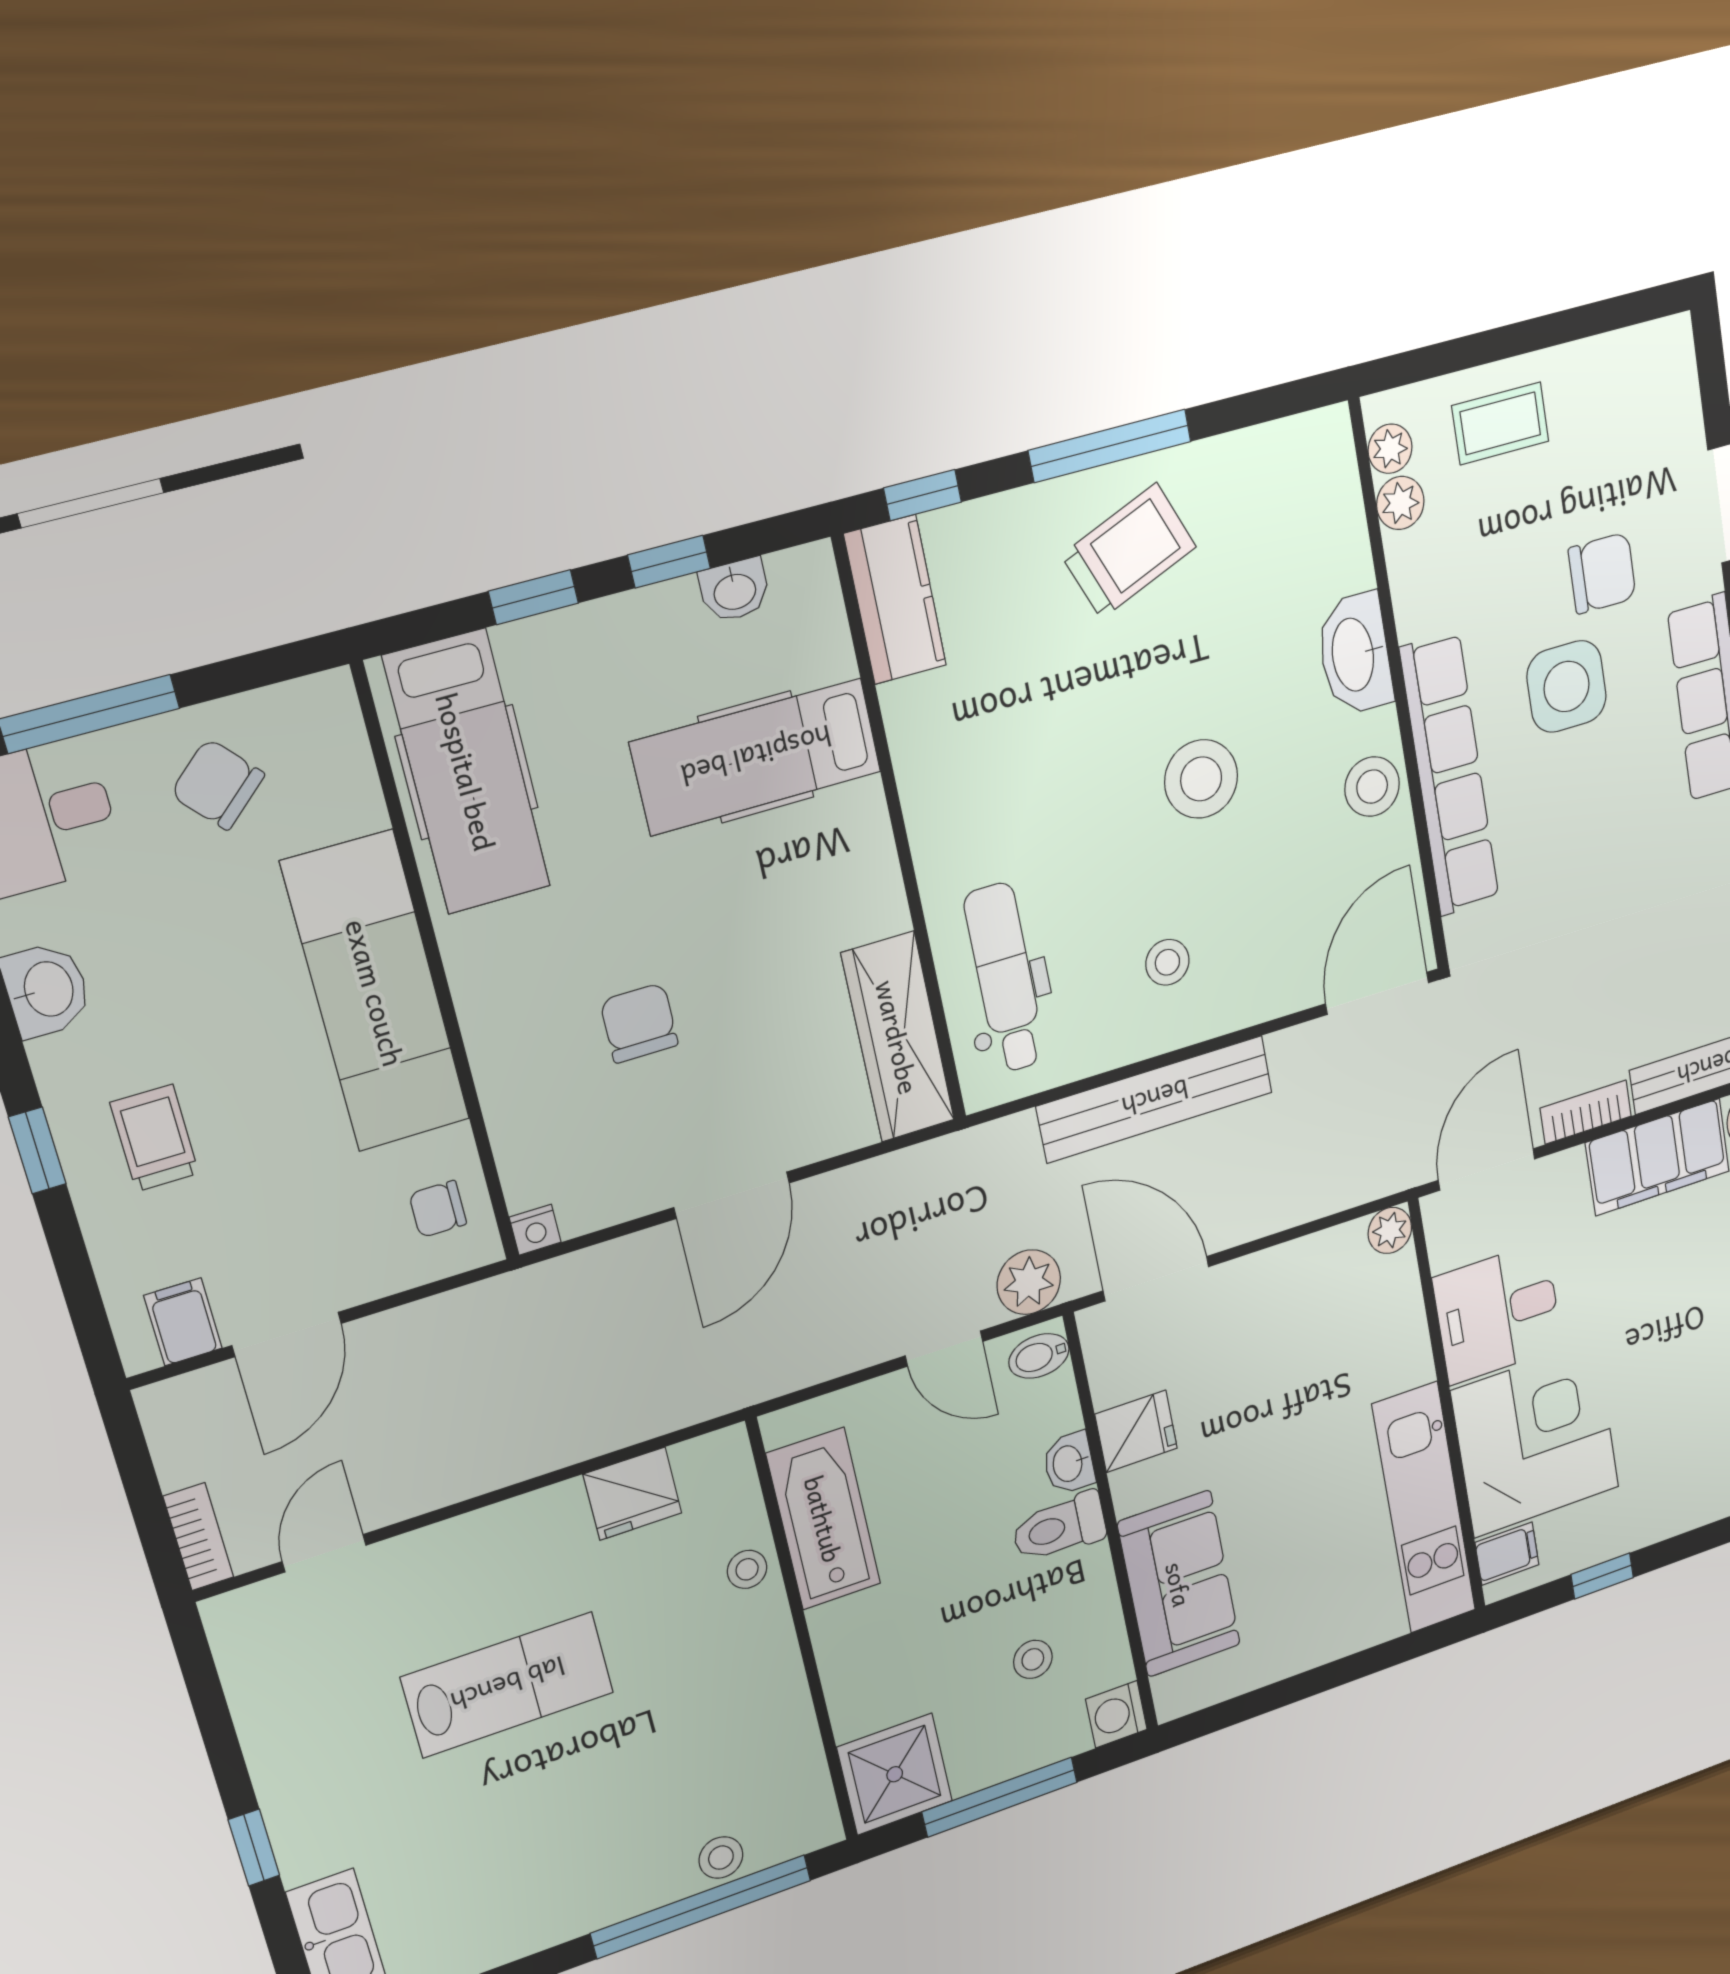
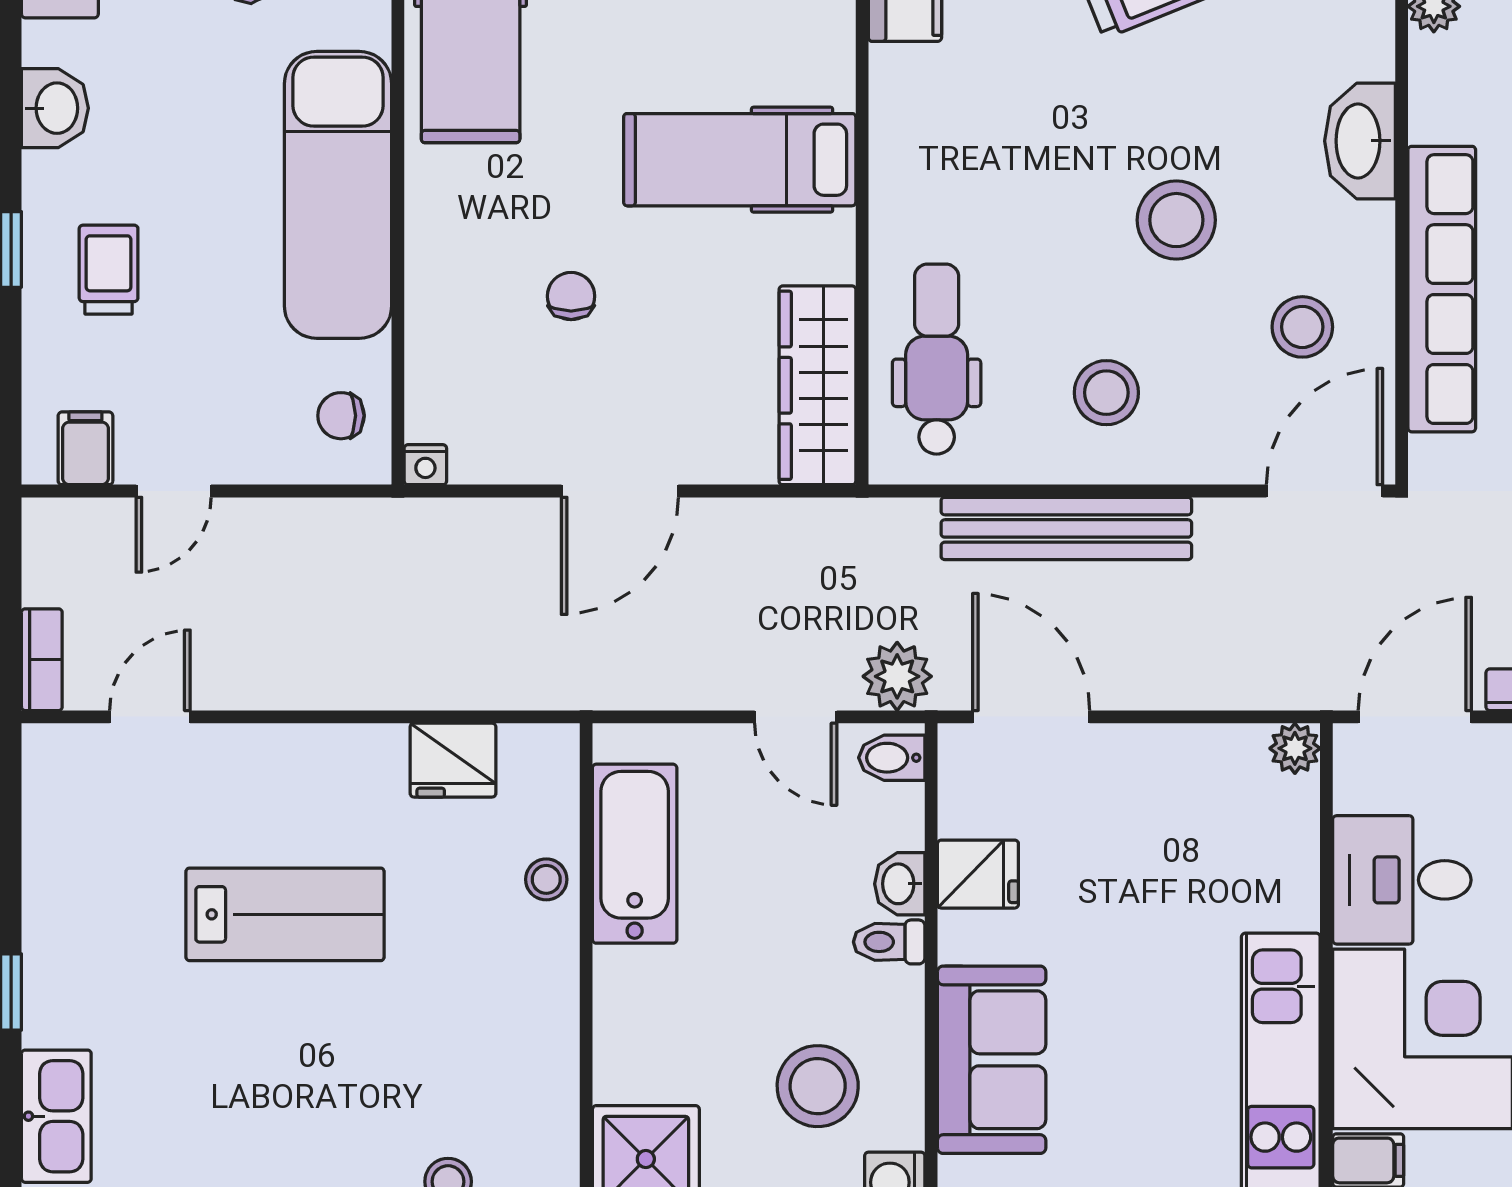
hospital bed: (756, 757) -> (740, 160), moved
stool: (1372, 787) -> (1302, 327), moved
stool: (1167, 962) -> (1106, 393), width x1.37, depth x1.37
chair: (639, 1023) -> (571, 296), width x0.73, depth x0.73
door: (287, 1334) -> (174, 491), width x0.73
toilet: (1059, 1527) -> (889, 942), width x0.73, depth x0.72
stool: (1033, 1659) -> (818, 1086), width x1.89, depth x1.89

